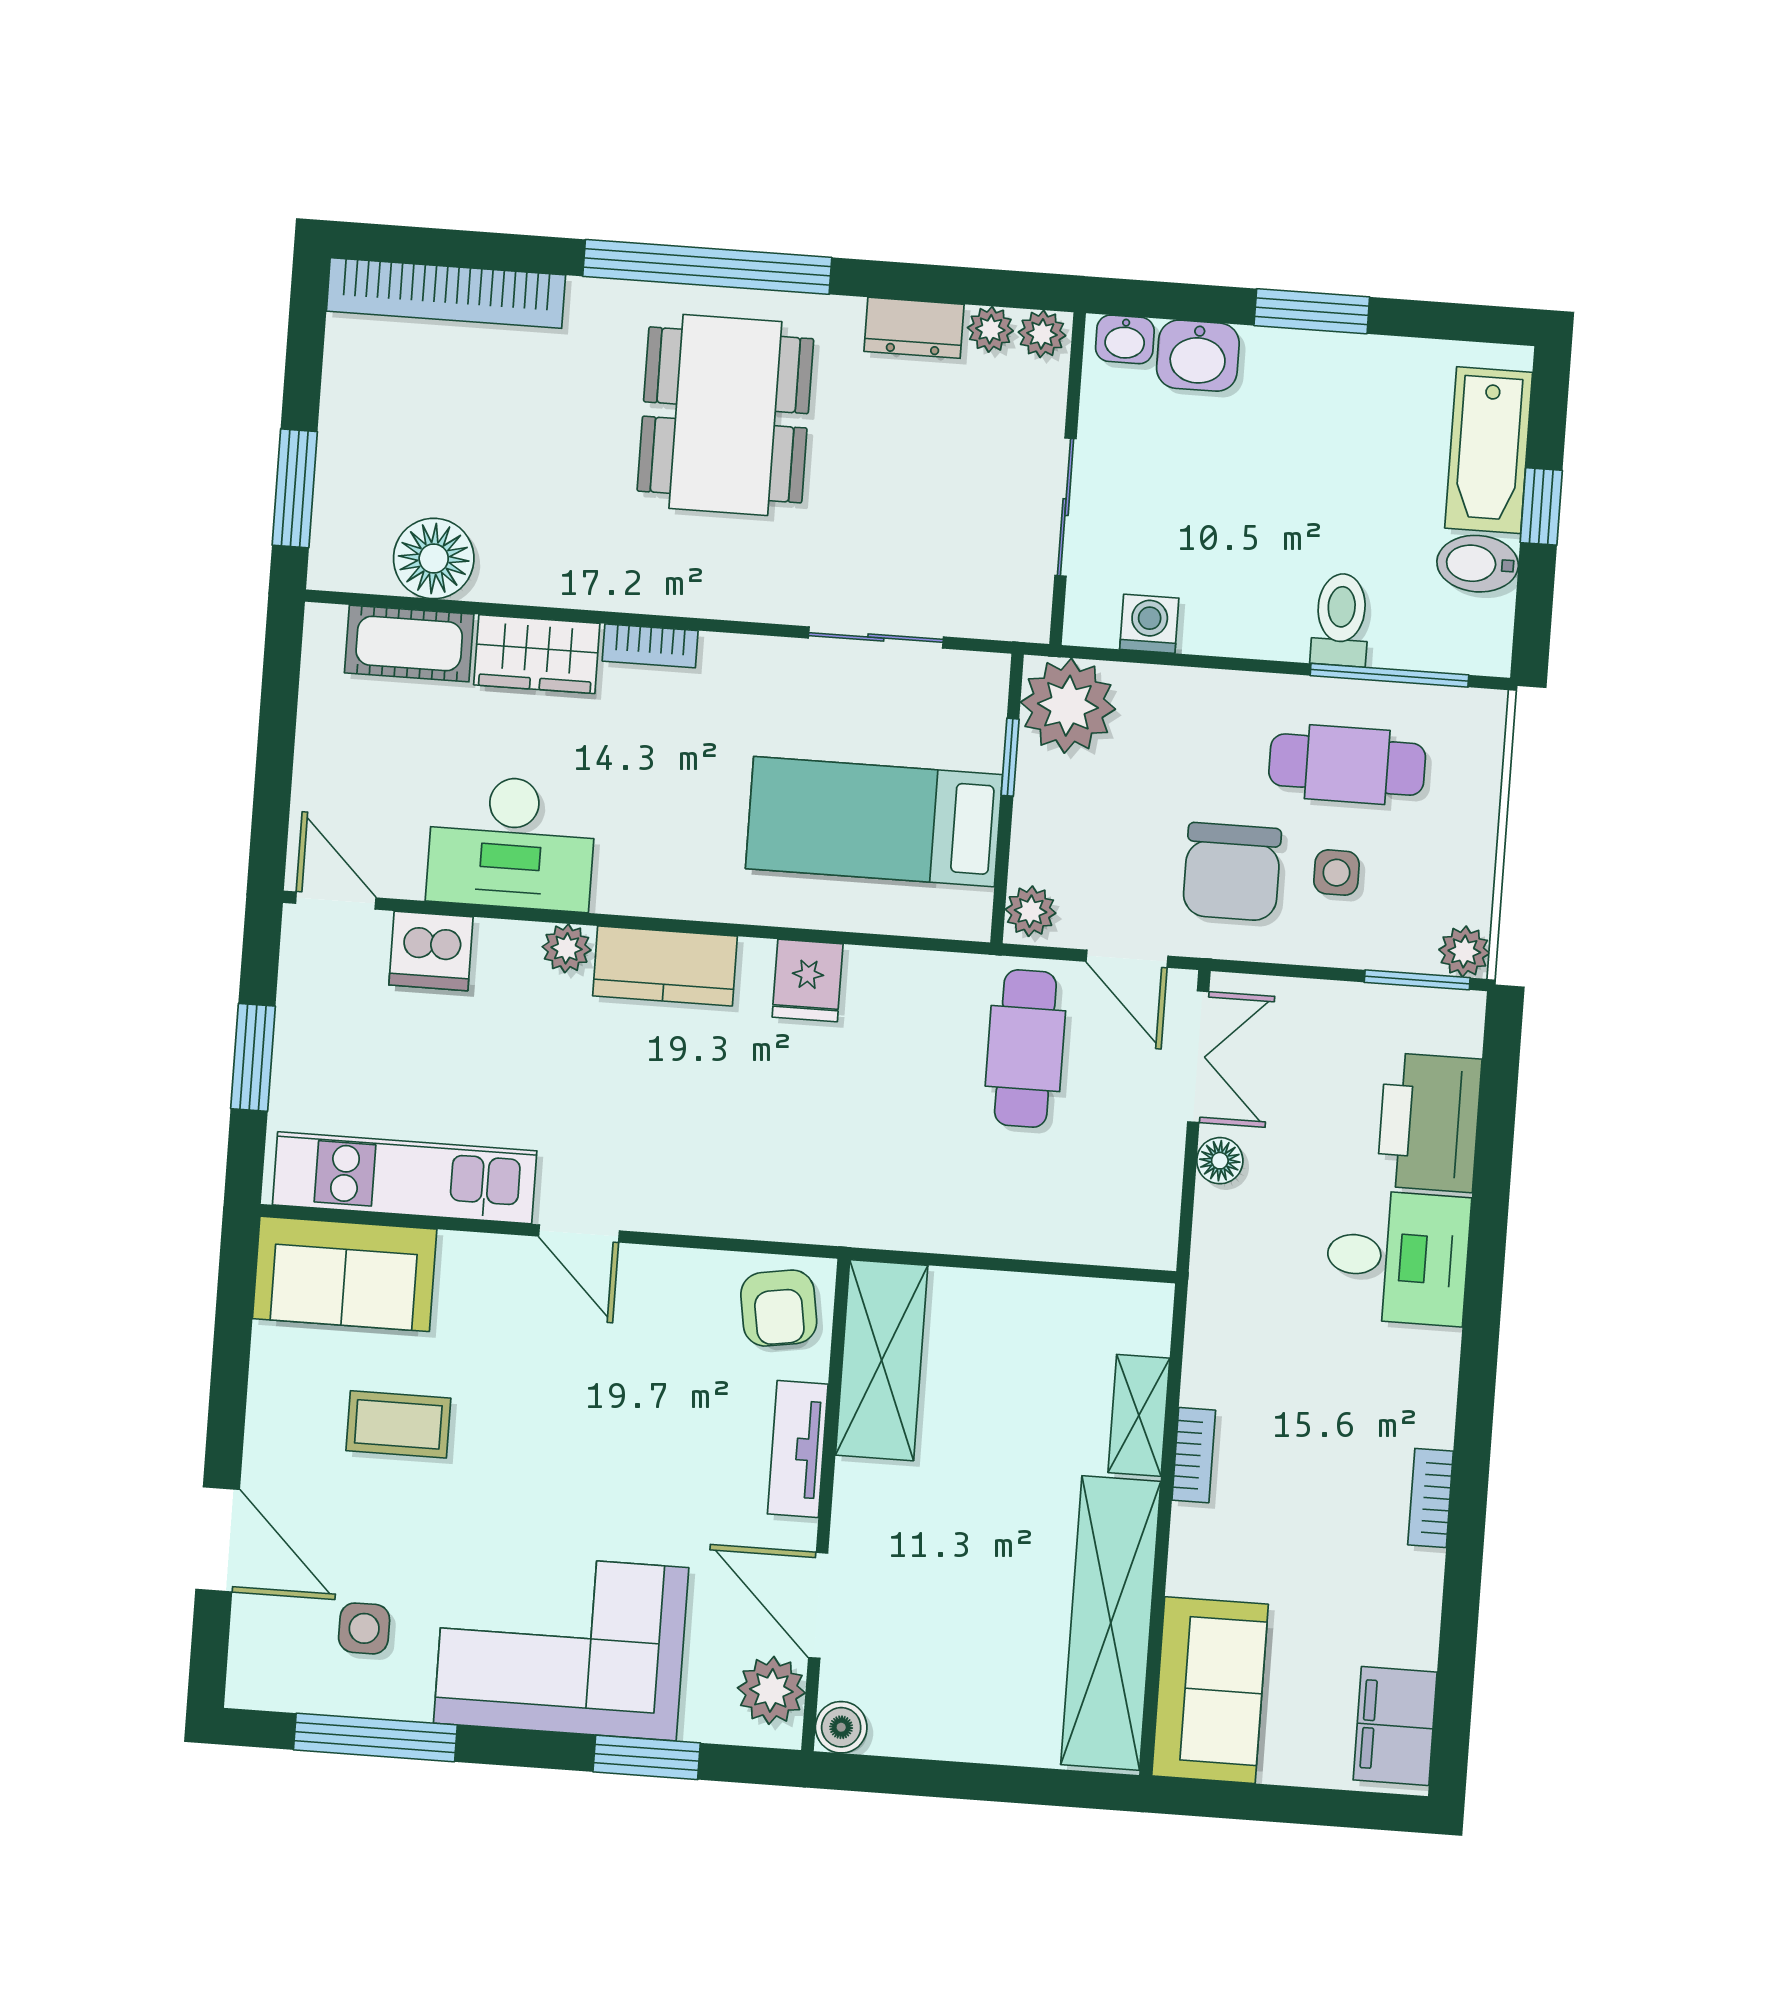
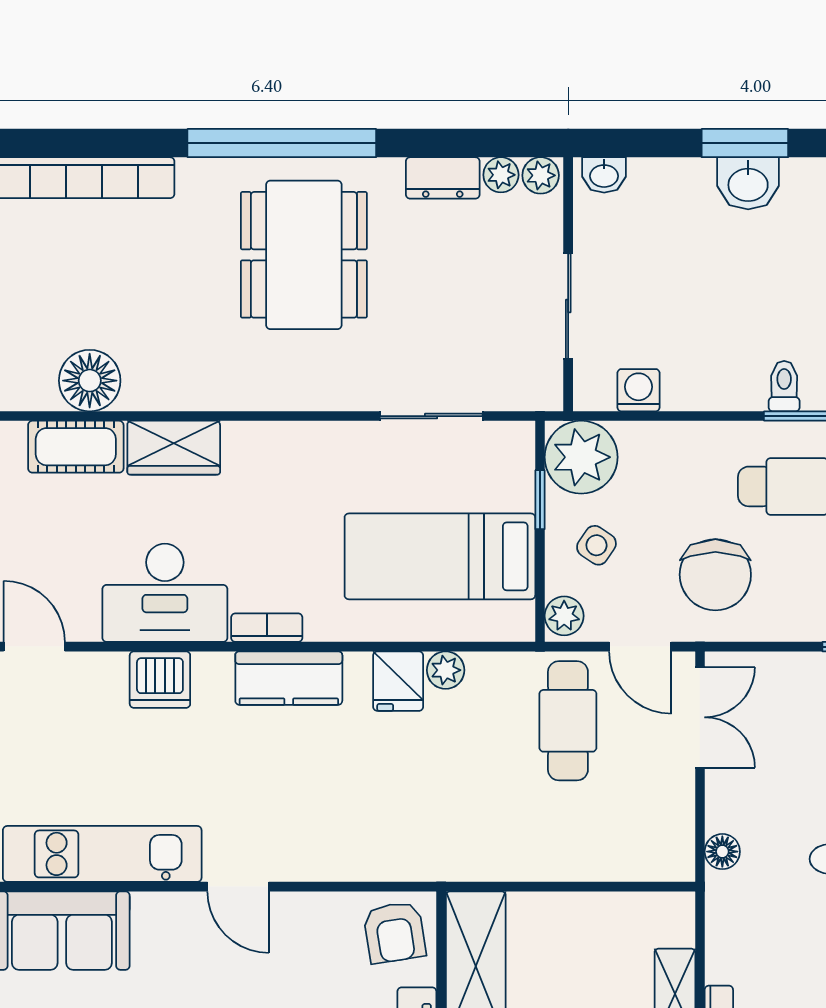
washbasin: (1198, 356) -> (748, 183), moved
toilet: (1341, 620) -> (784, 386), width x0.73, depth x0.72
bookcase: (650, 646) -> (267, 628), moved, turned 180
side table: (1336, 873) -> (596, 545), moved, turned 34
plant: (567, 948) -> (446, 670), moved
dishwasher: (431, 951) -> (160, 680), moved
floor lamp: (1220, 1161) -> (722, 852), moved

